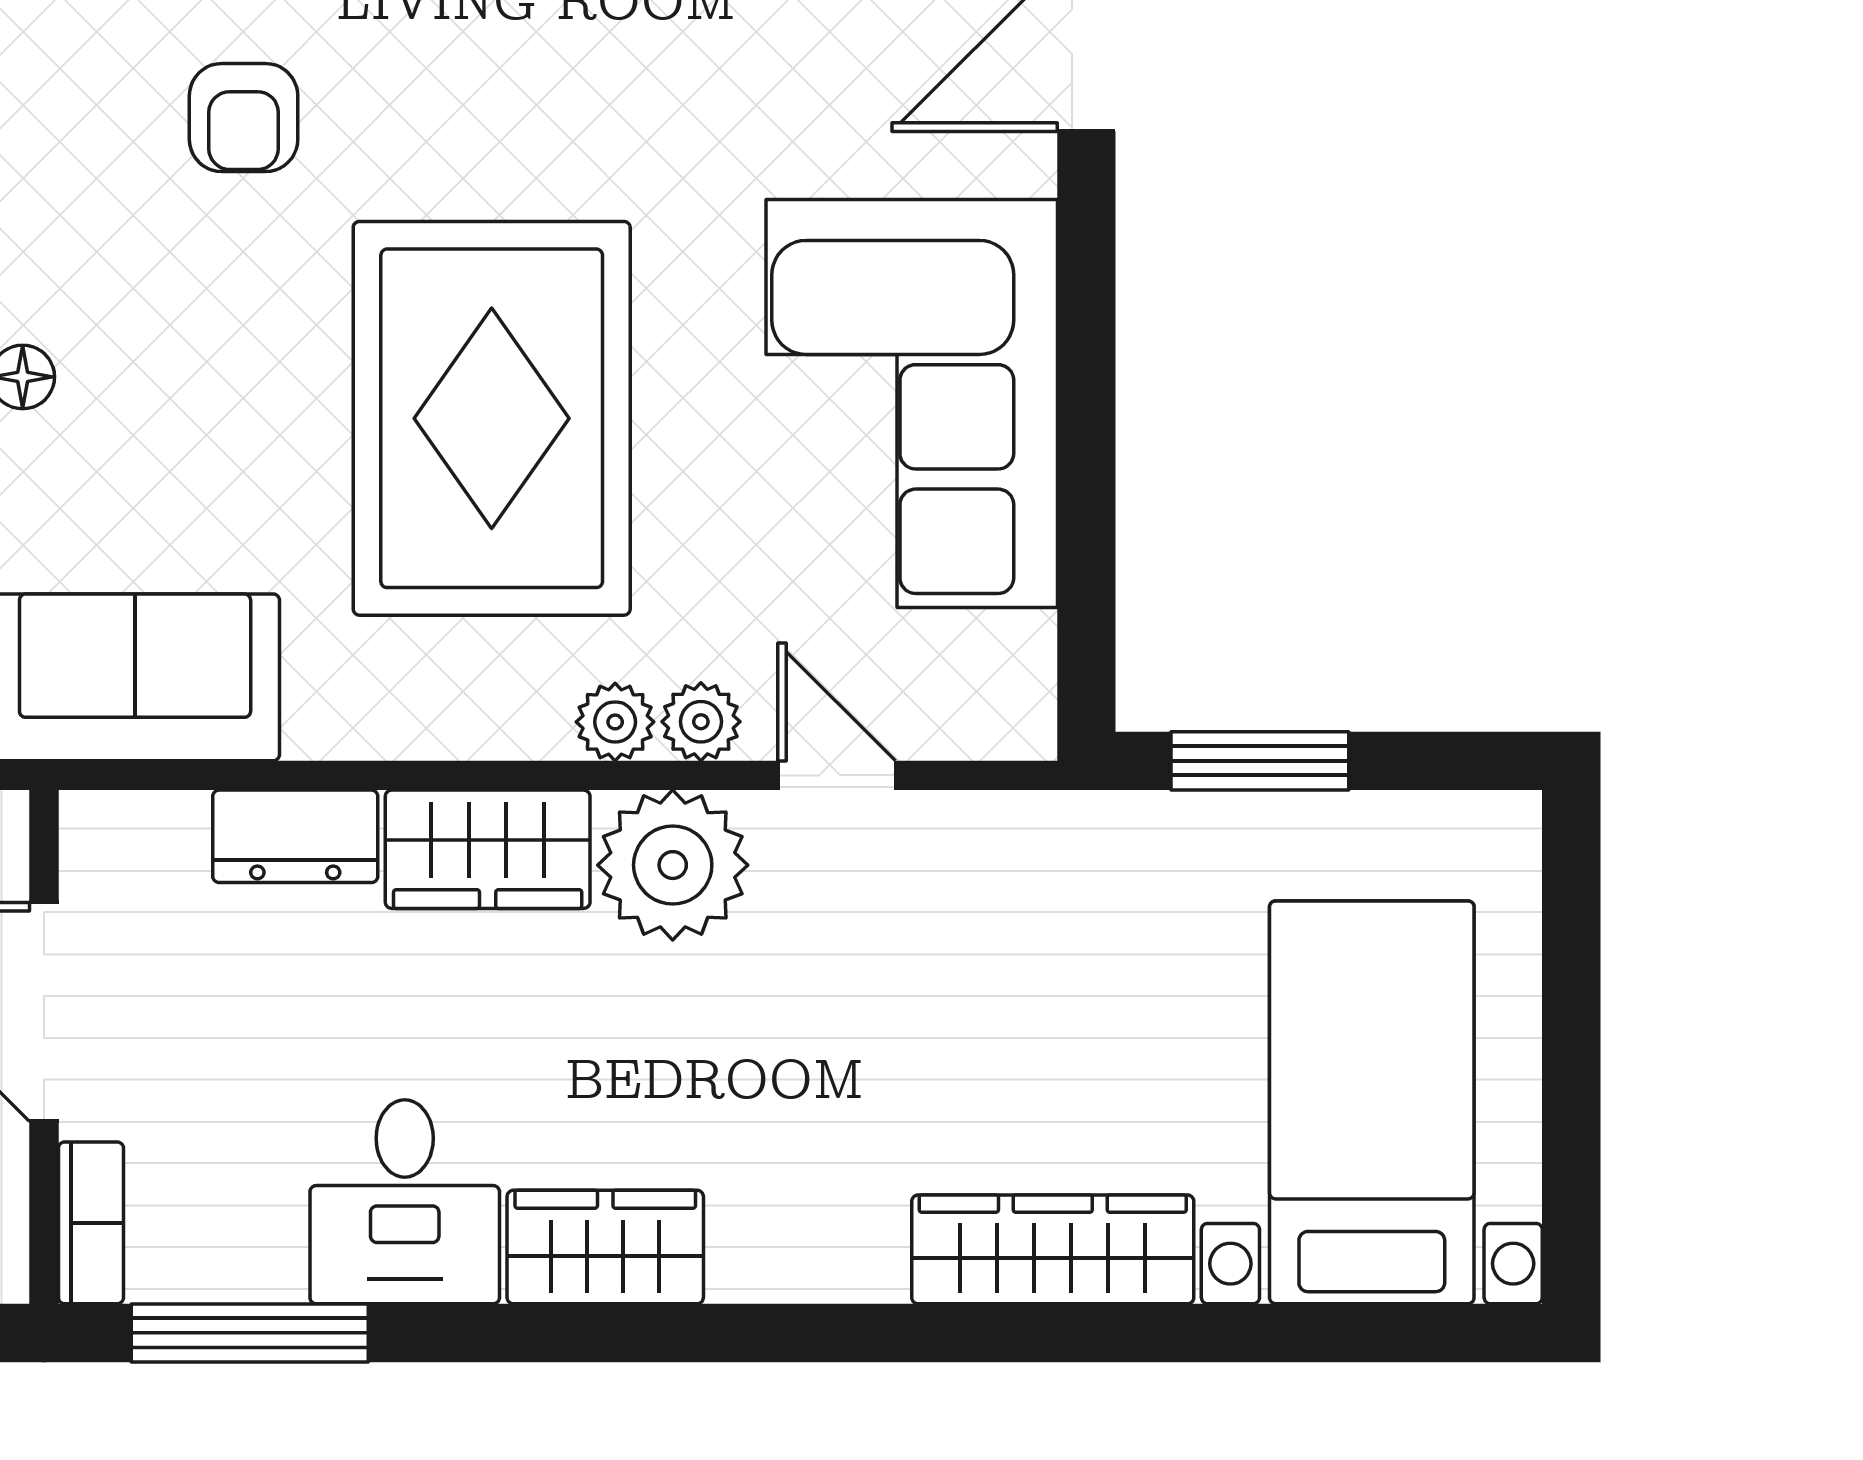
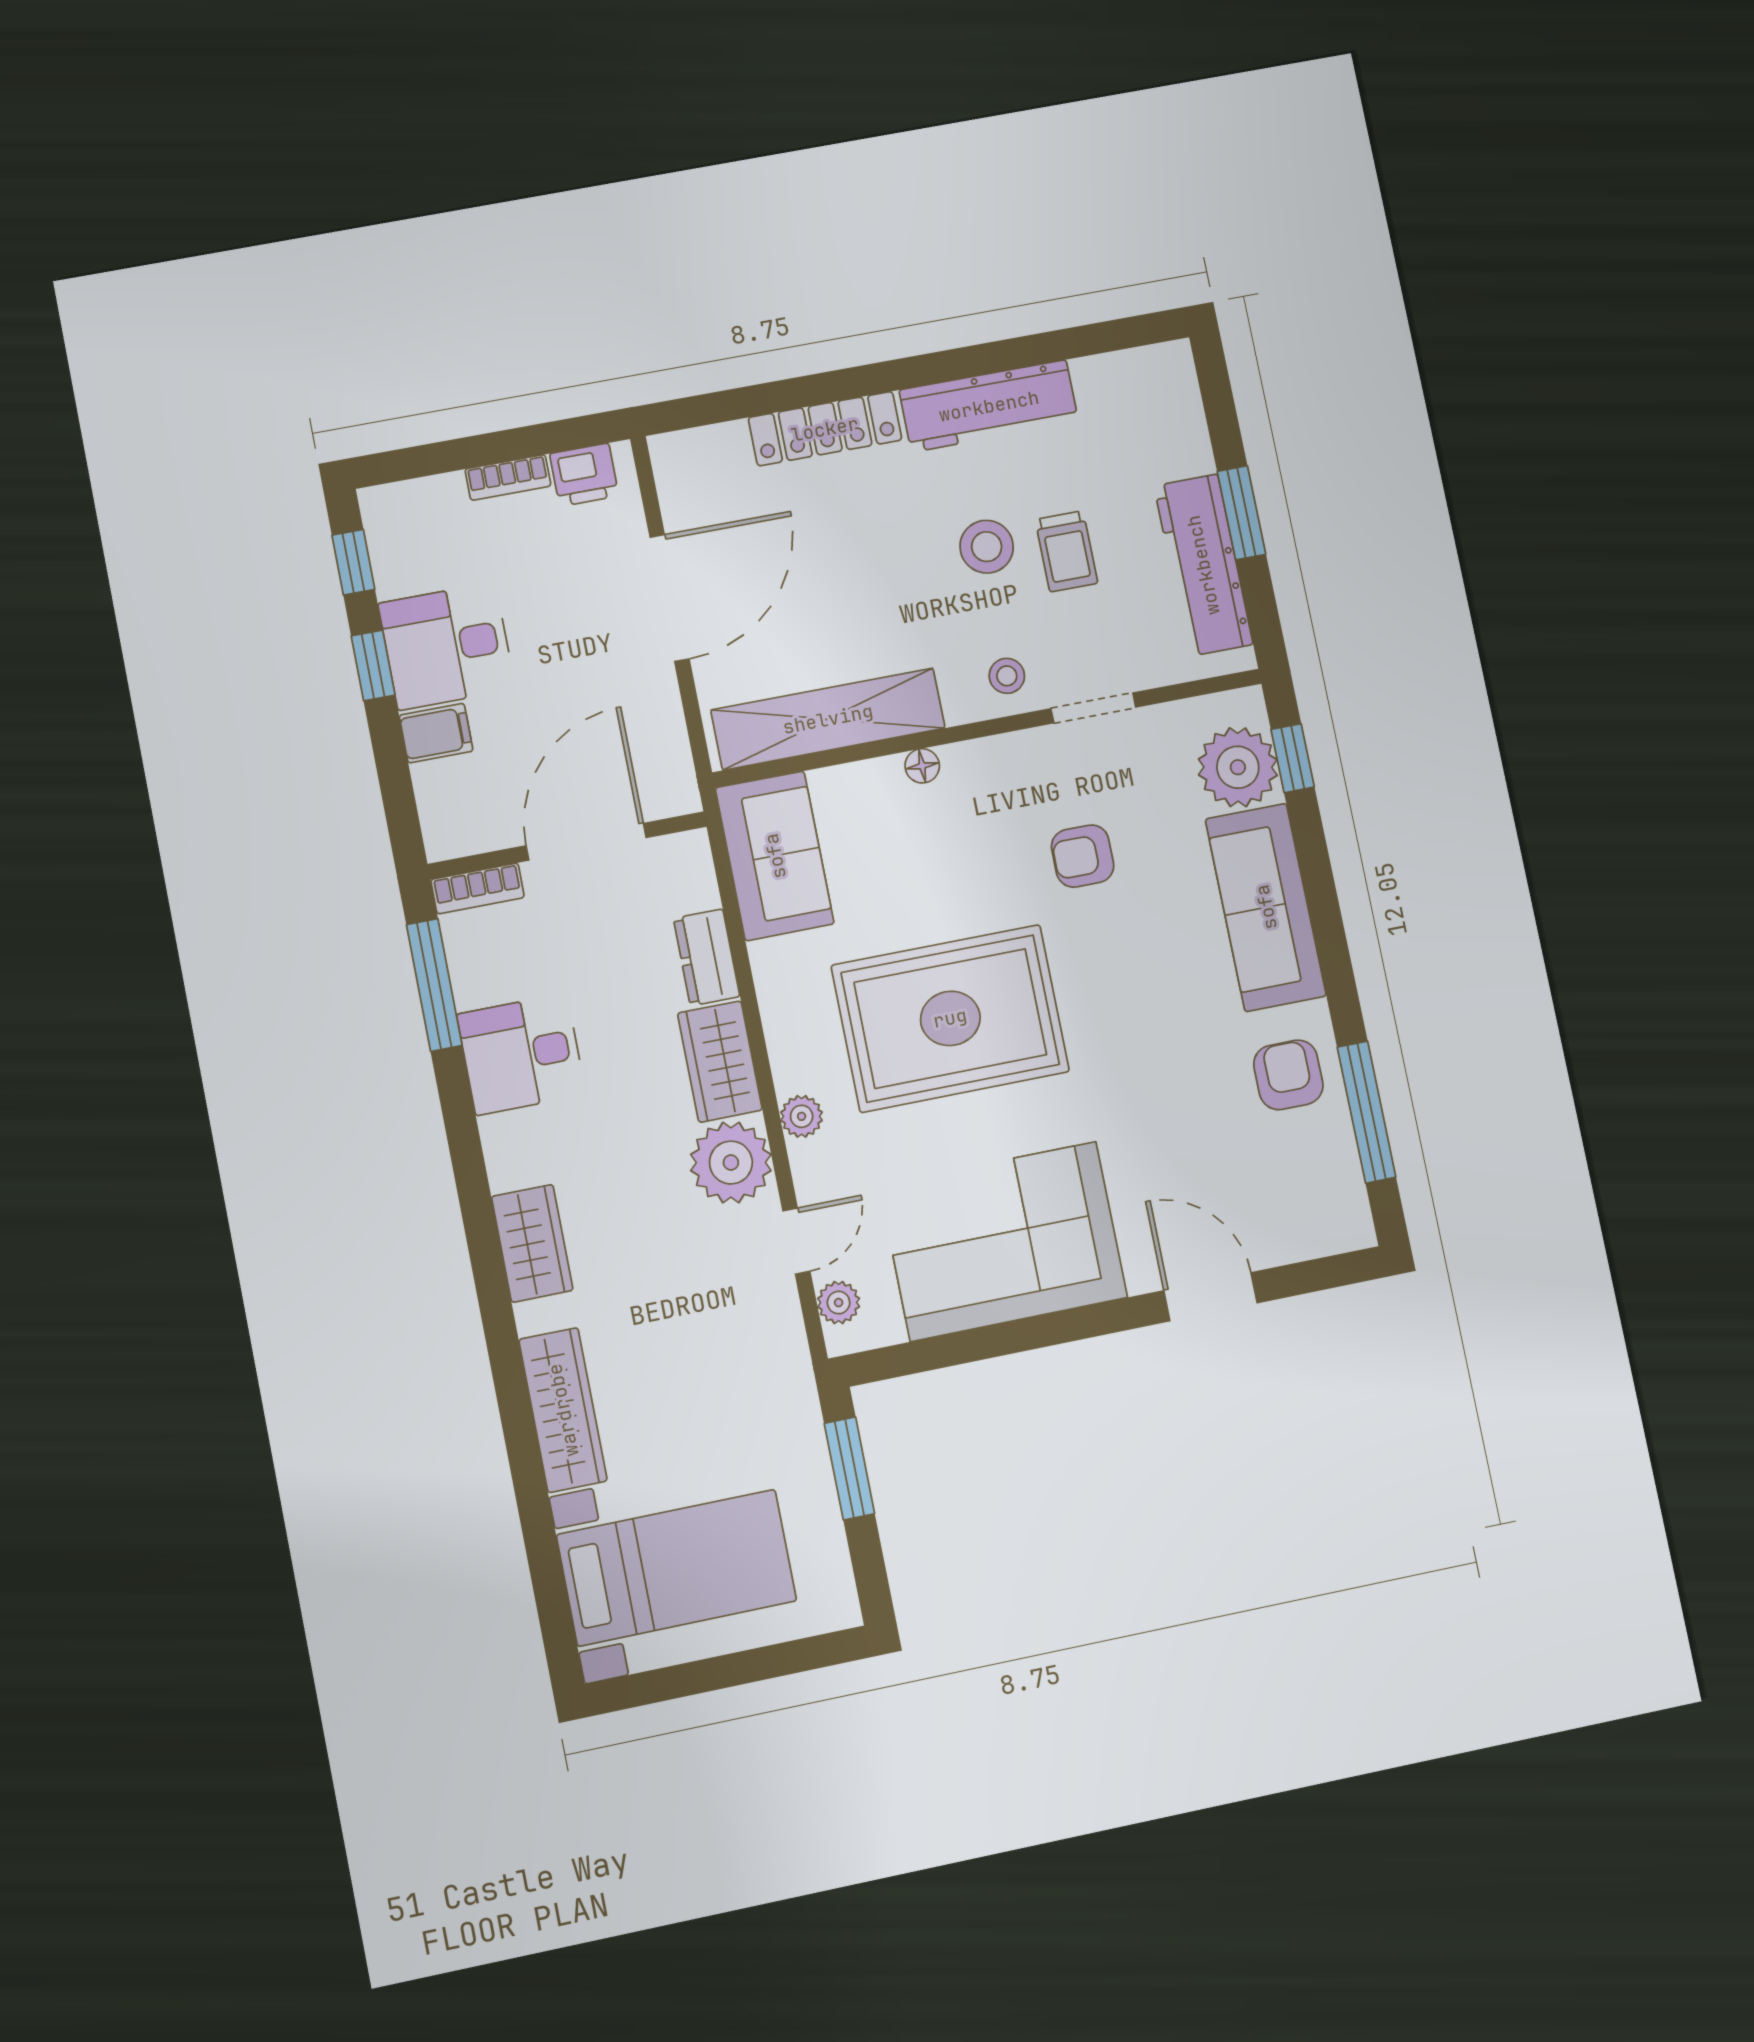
plant: (701, 722) -> (839, 1303), moved
wardrobe: (605, 1247) -> (532, 1243), moved

